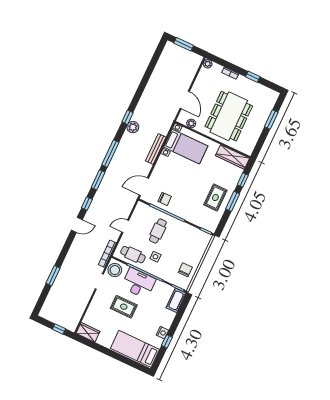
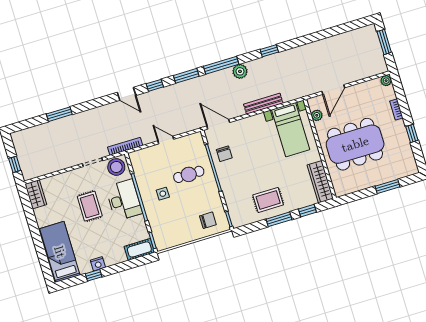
plant: (133, 127) -> (240, 71), moved
cafe table: (133, 255) -> (146, 171), removed
chair: (185, 270) -> (208, 220), moved

